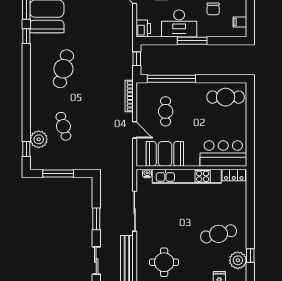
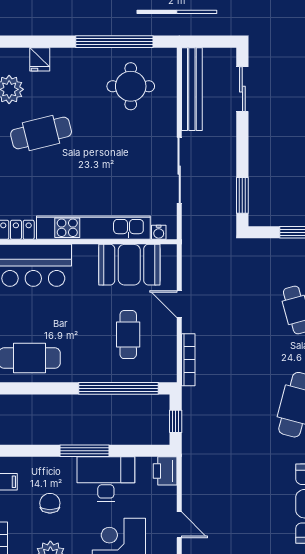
window: (96, 219) -> (242, 195), moved

